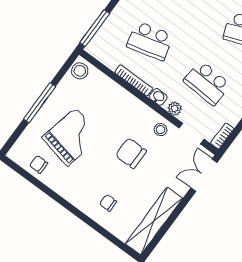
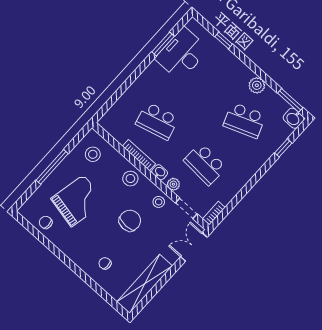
window: (95, 28) -> (108, 105), removed
stool: (80, 71) -> (93, 154), moved
stool: (127, 107) -> (130, 179), added
chair: (131, 153) -> (130, 221), turned 90

